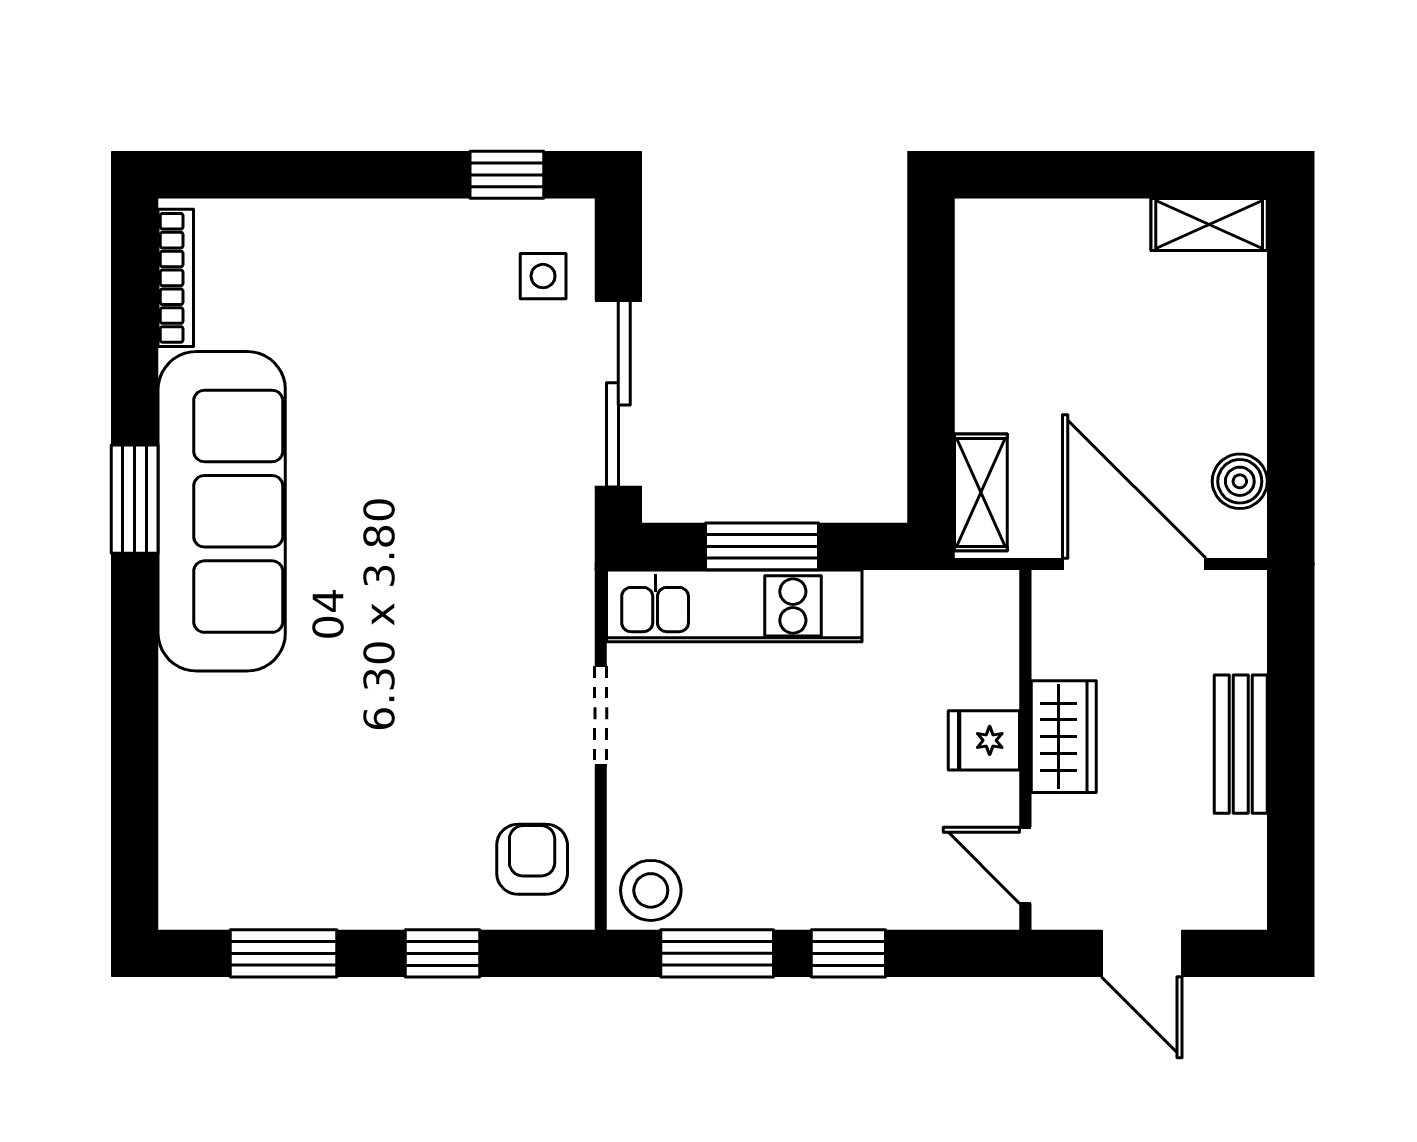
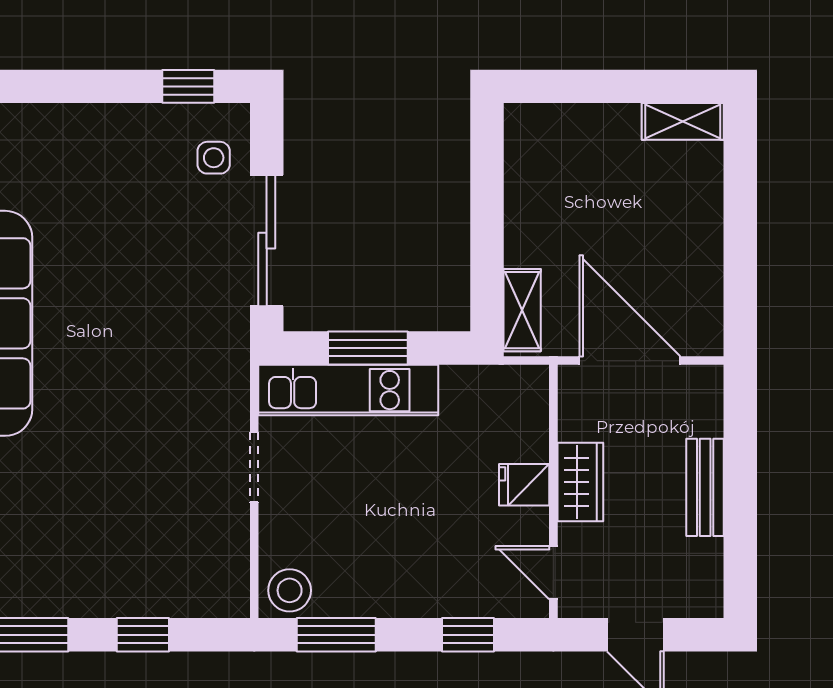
boiler: (1240, 481) -> (704, 302), removed
armchair: (532, 859) -> (206, 568), removed
window: (848, 953) -> (468, 635), moved

